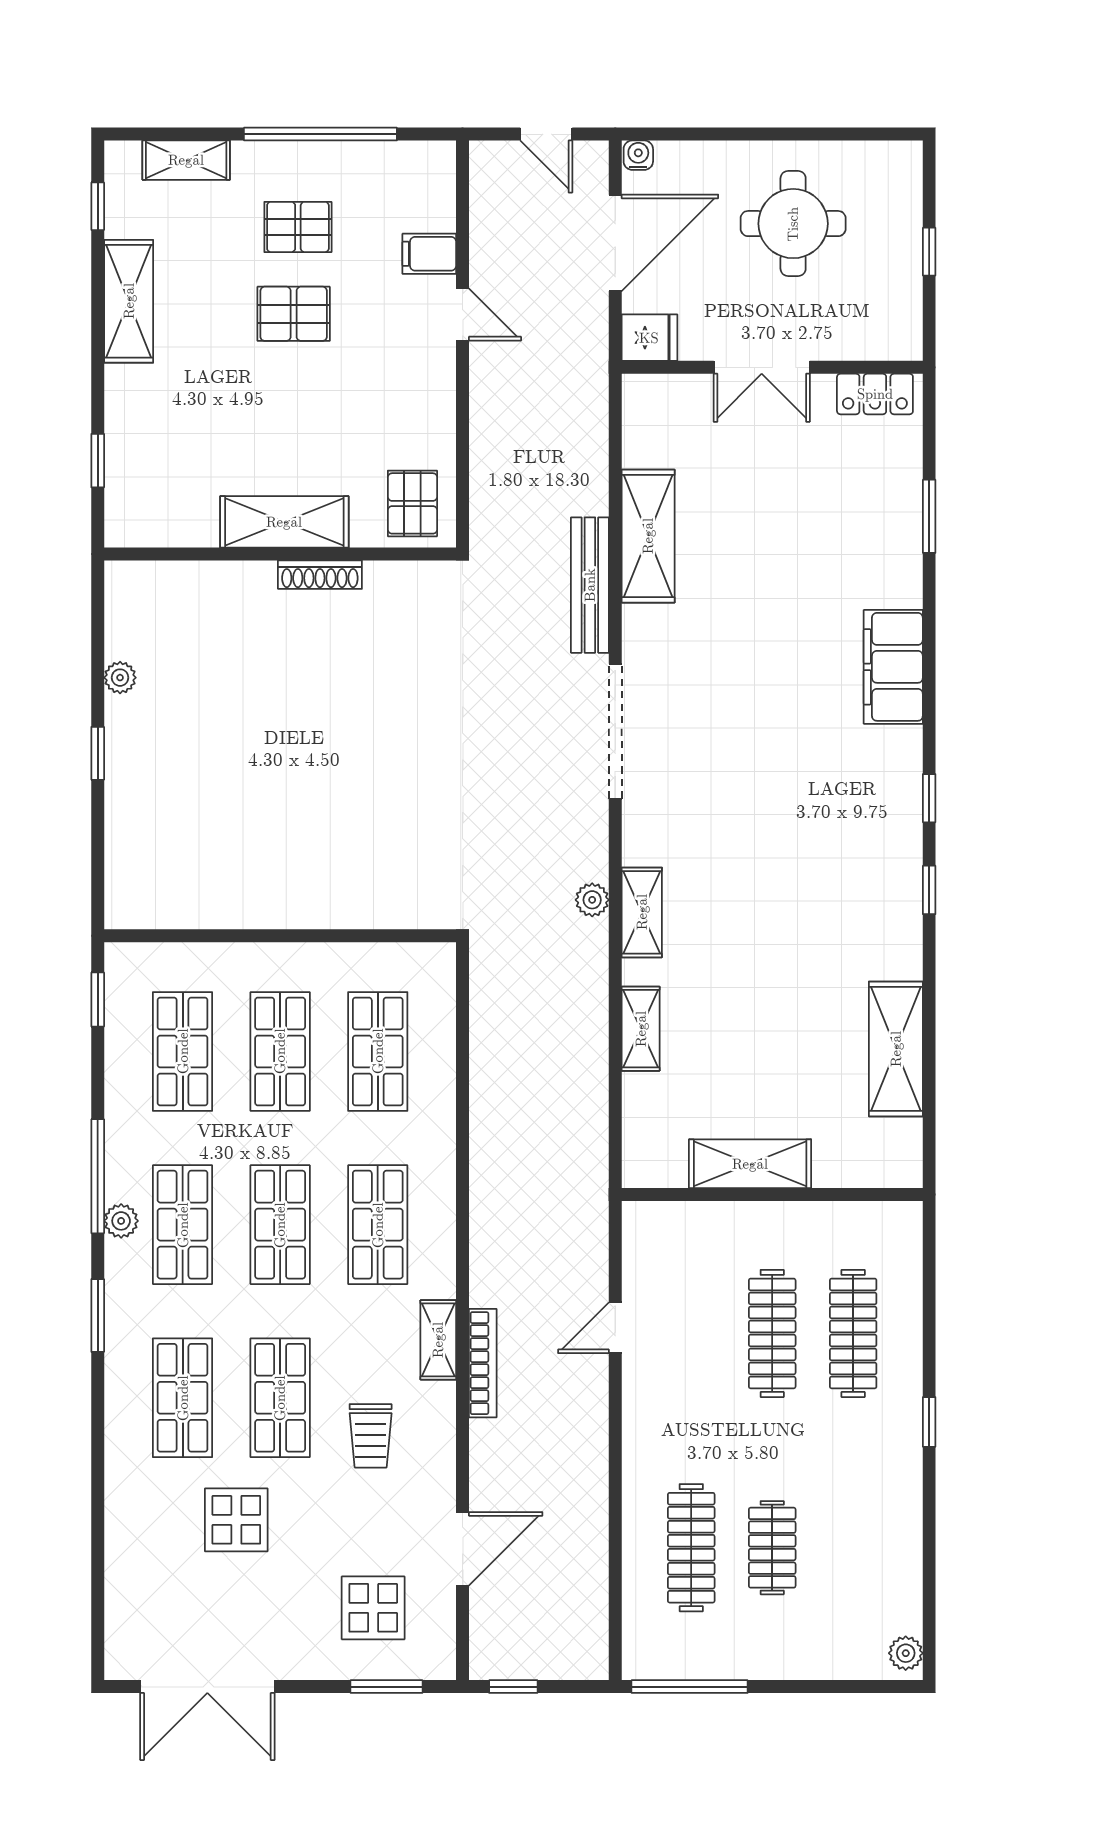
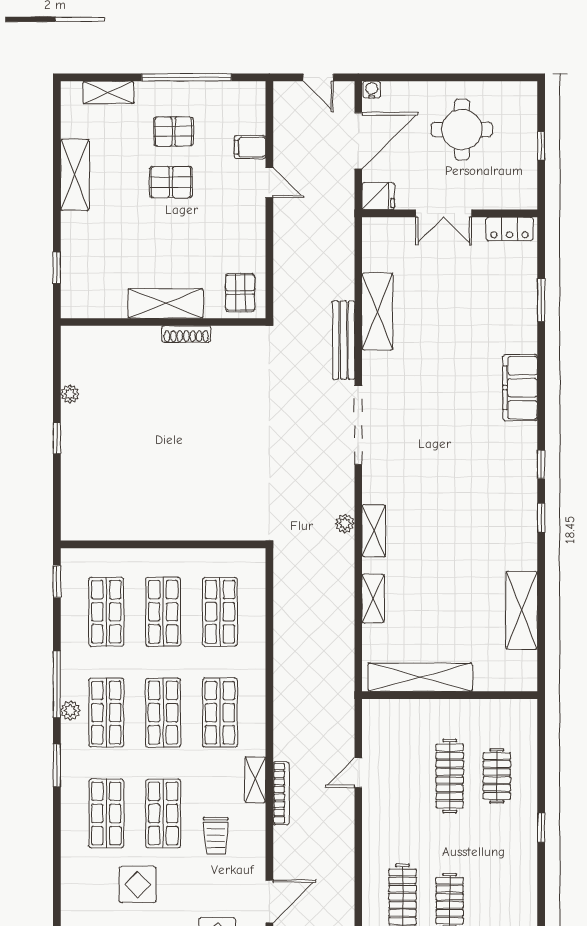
window: (98, 206) -> (57, 119), removed
shelving: (750, 1164) -> (420, 677), width x1.47
clothes rail: (853, 1333) -> (497, 776), width x0.73

